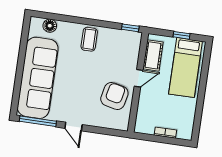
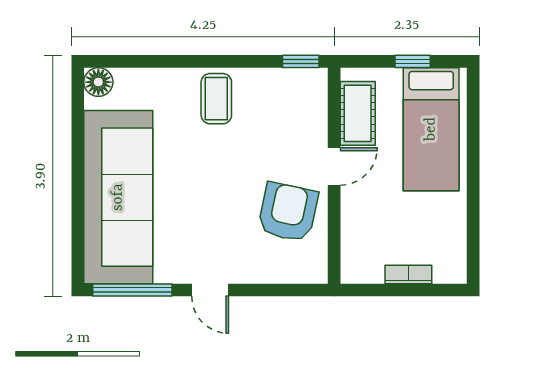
floor lamp: (50, 26) -> (98, 82), moved

